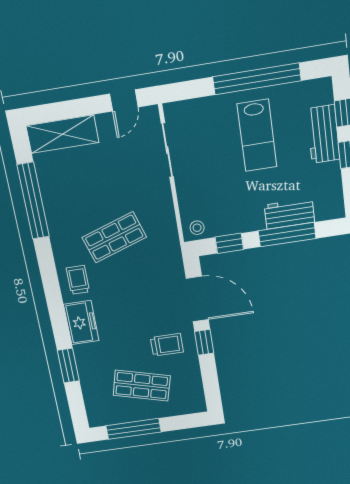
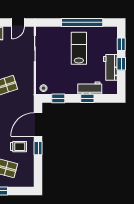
workbench: (323, 134) -> (110, 67), moved
lab bench: (257, 135) -> (79, 48), turned 180
window: (287, 235) -> (87, 98), width x0.46
door: (197, 299) -> (38, 125), swing flipped

